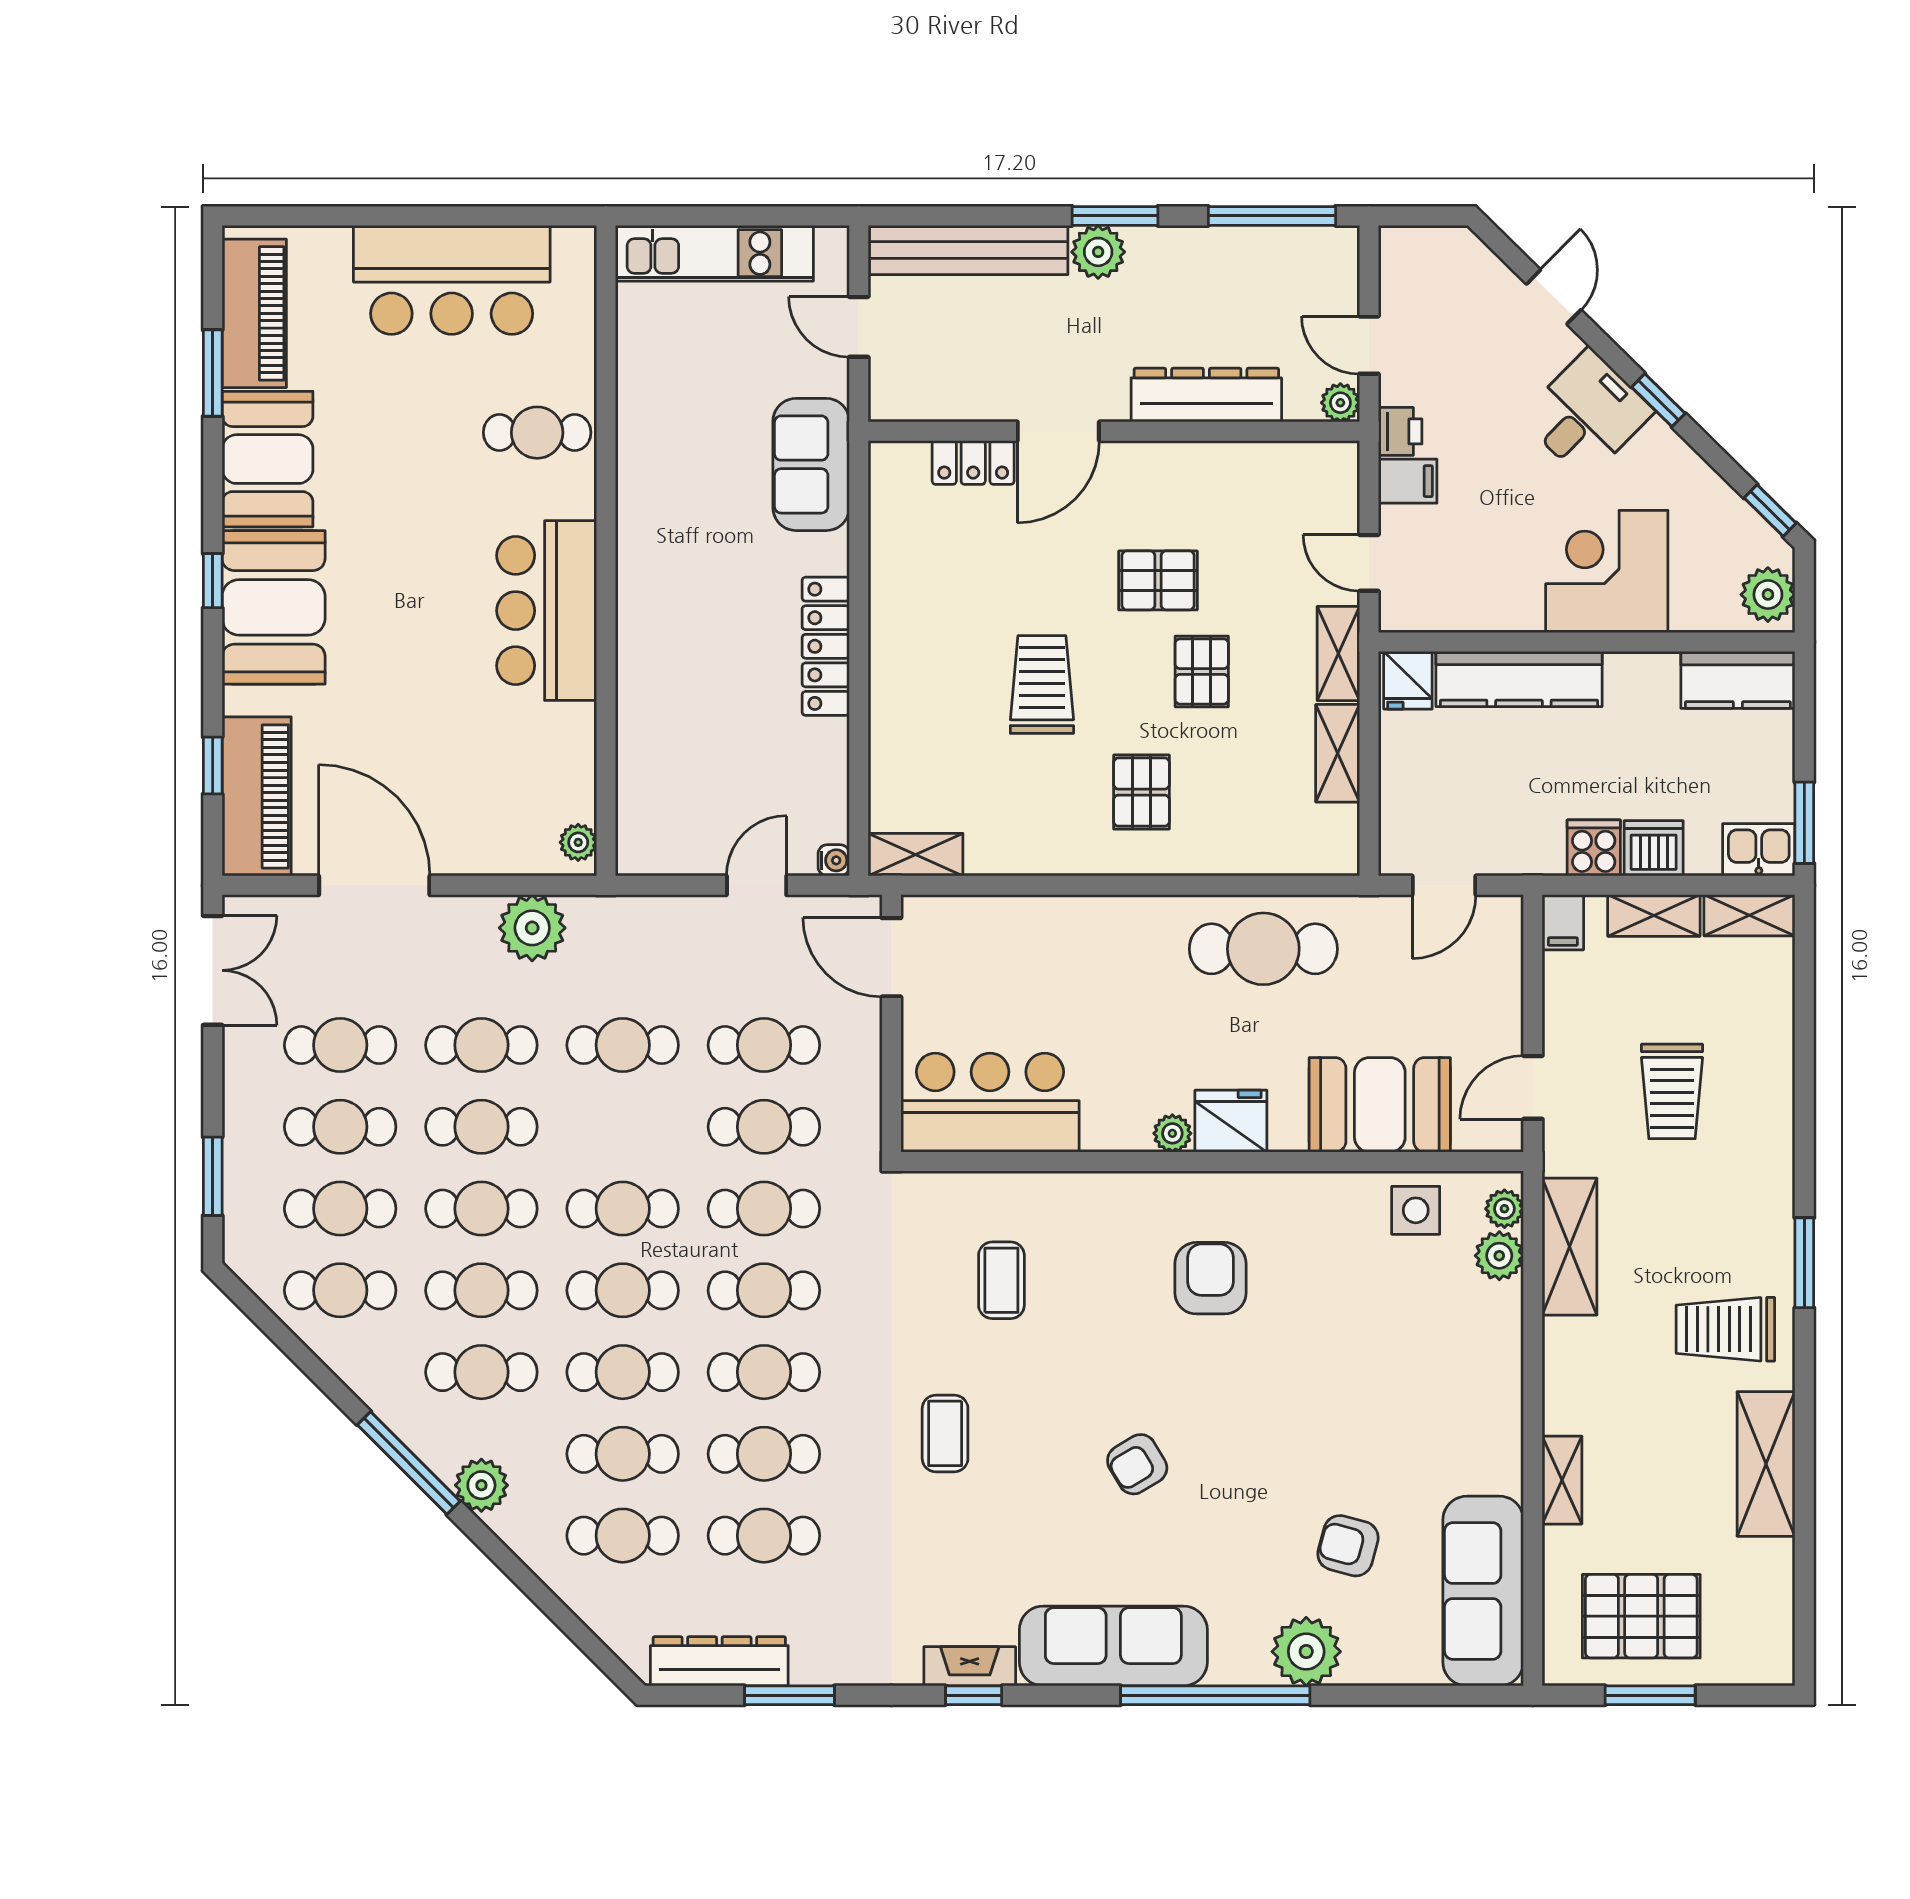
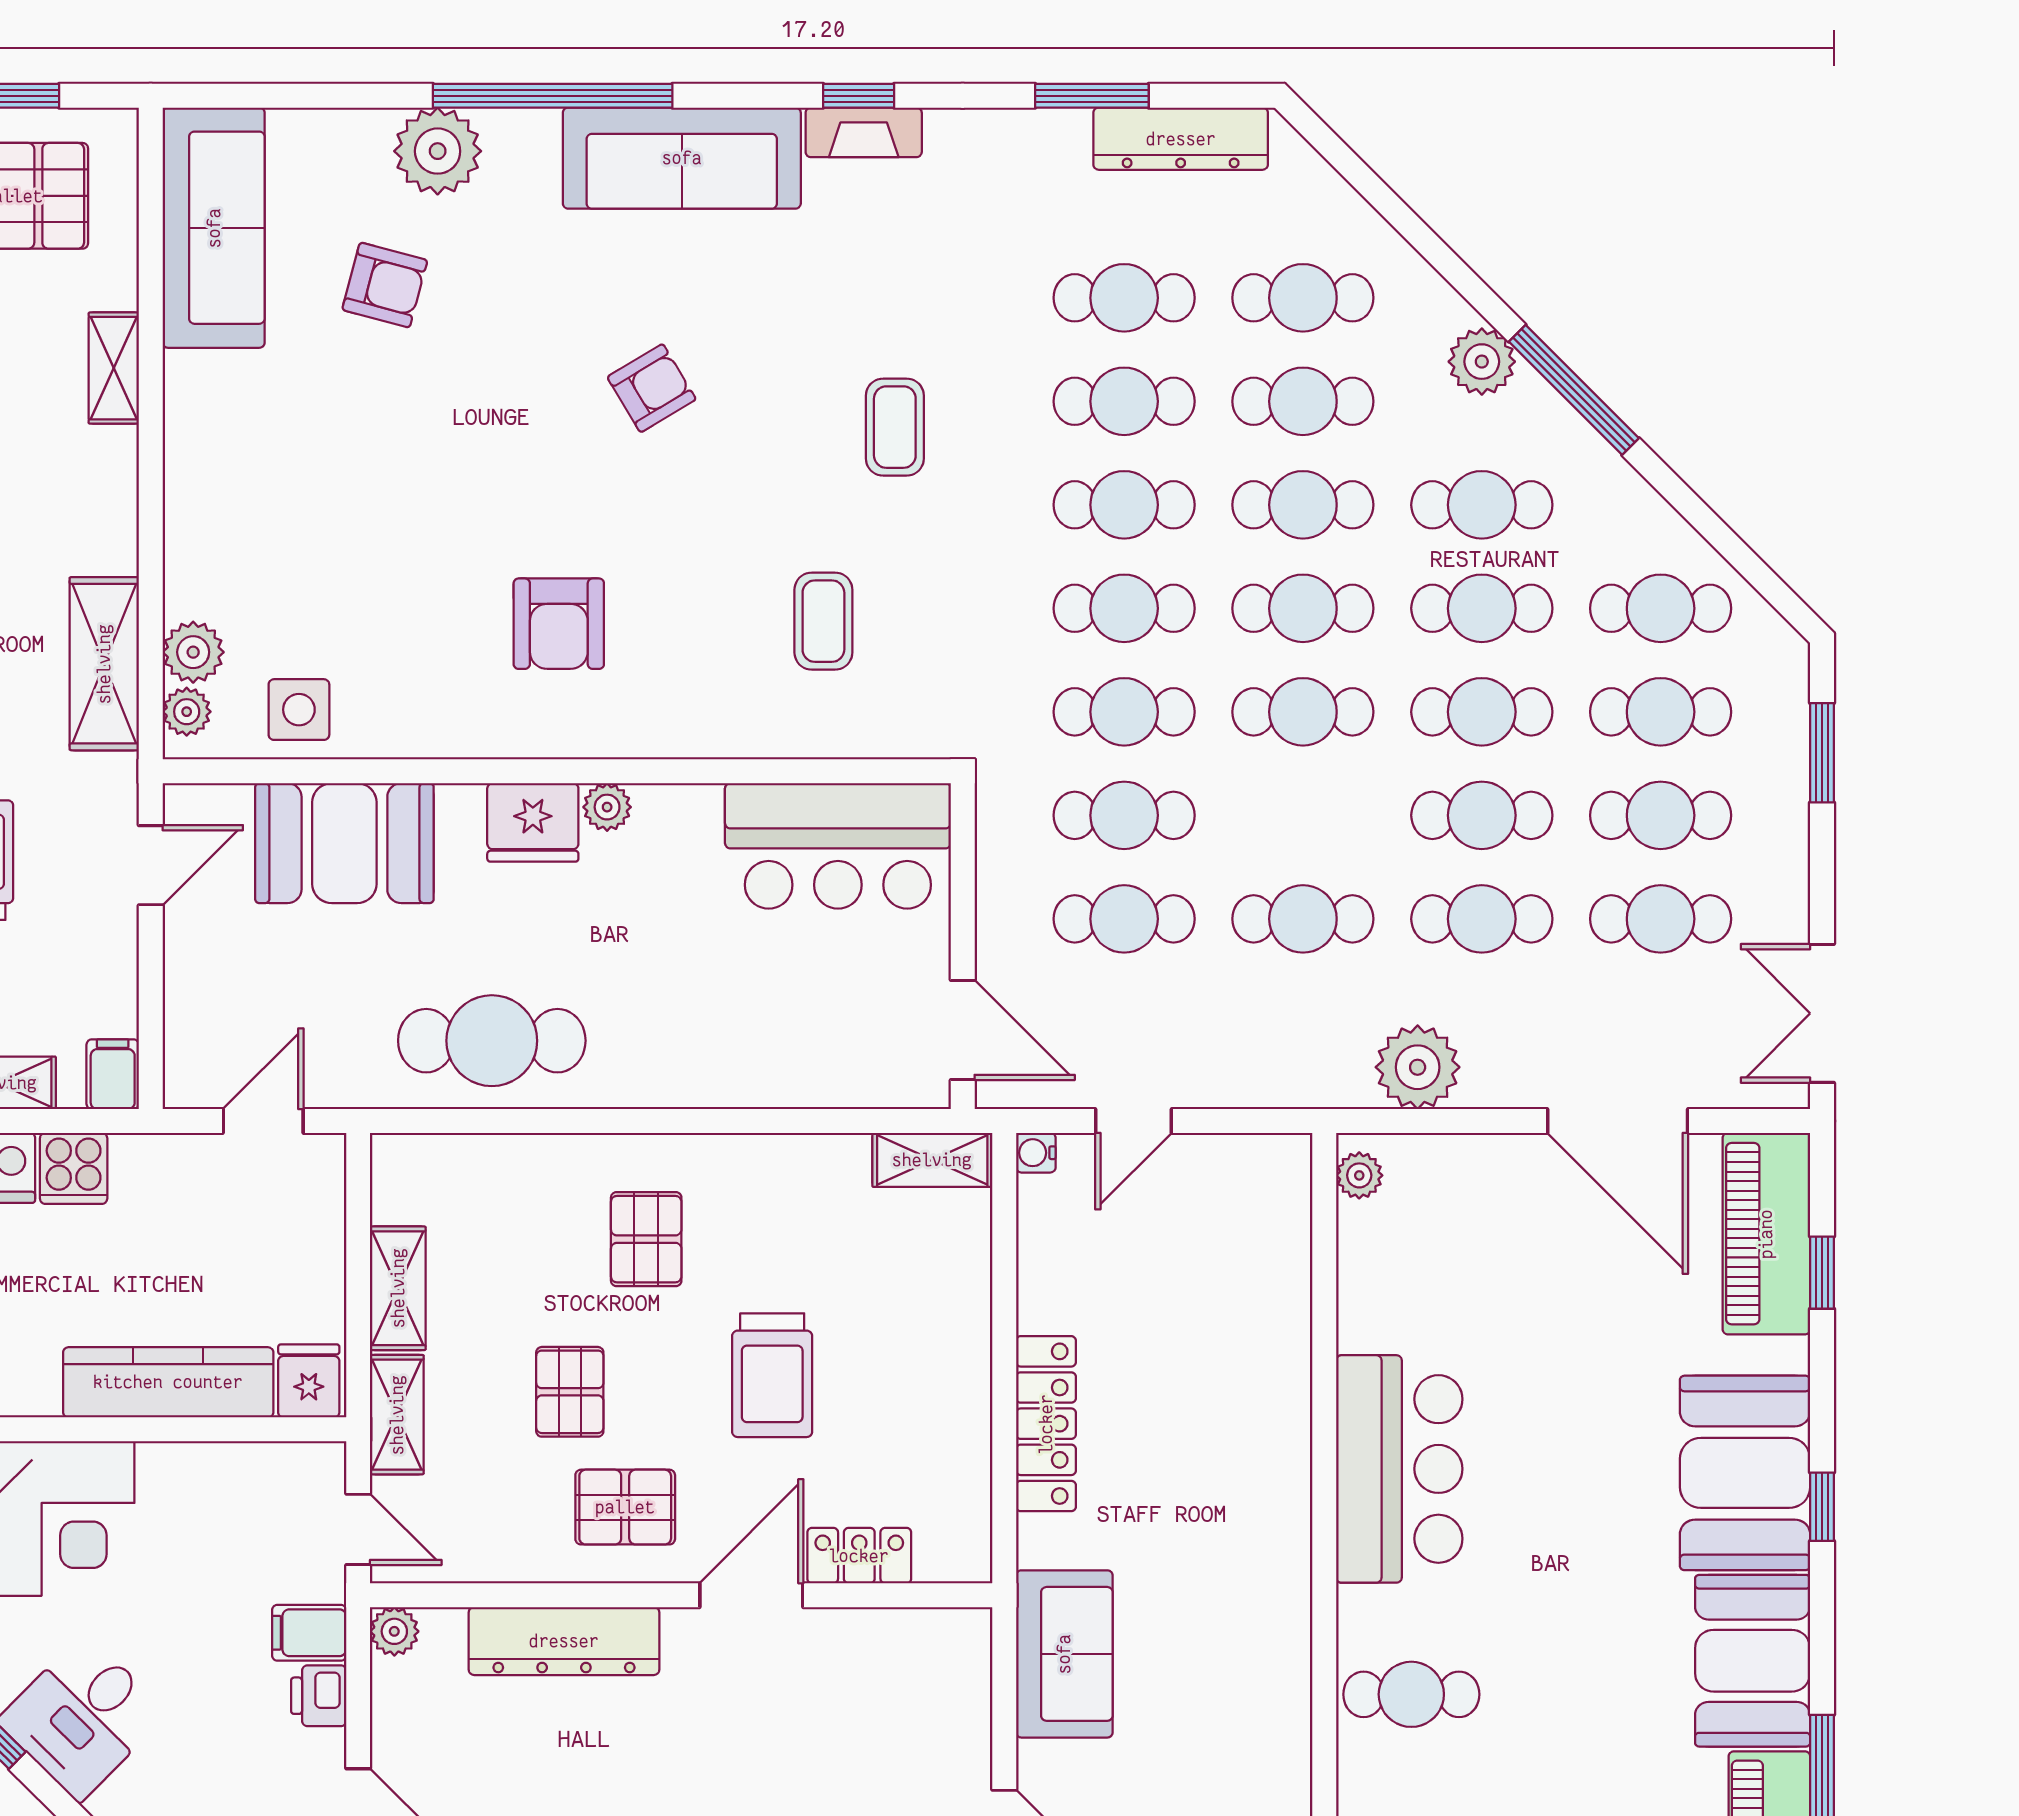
dresser: (1206, 395) -> (564, 1641), moved
plant: (1340, 403) -> (394, 1631), moved
door: (1058, 431) -> (751, 1595), moved
wall: (1114, 431) -> (681, 1595), moved
locker: (973, 463) -> (859, 1556), moved

